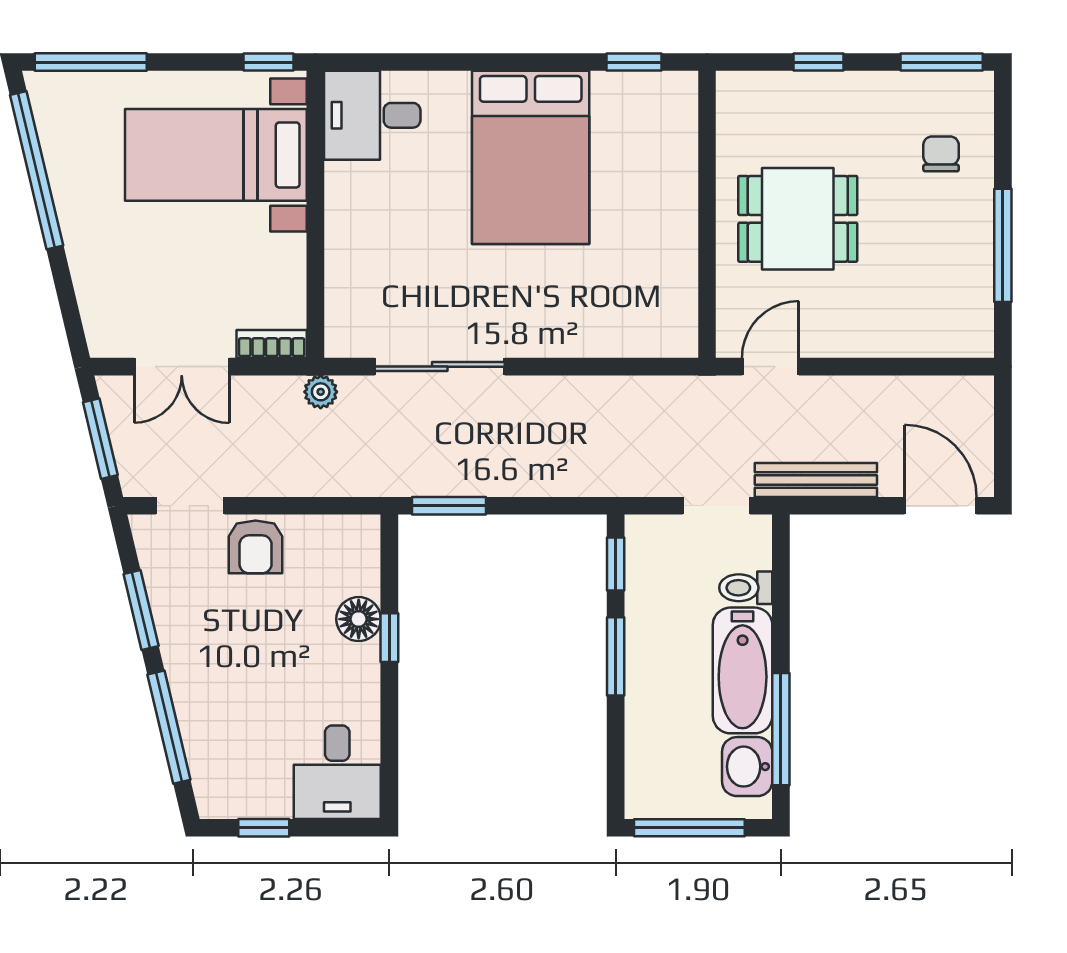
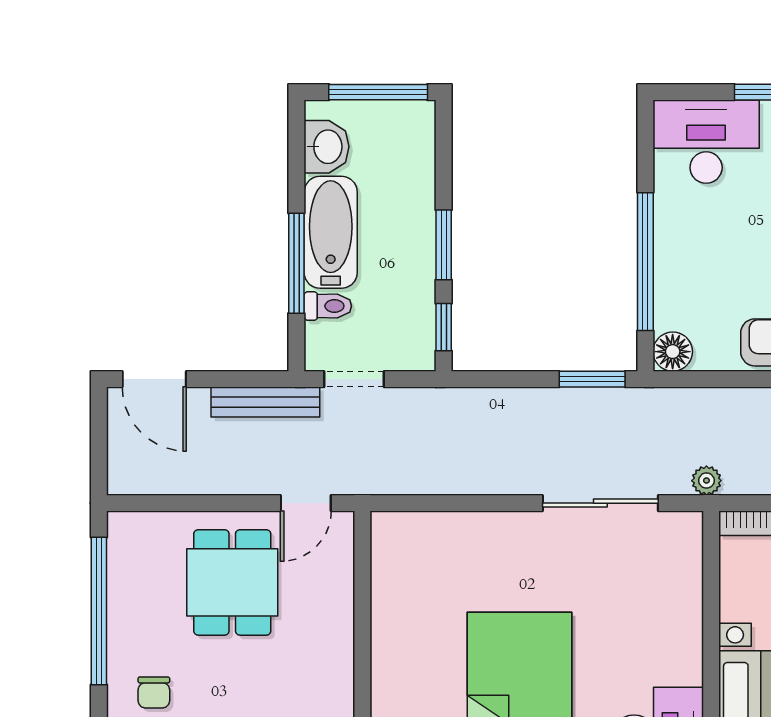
dining table: (798, 219) -> (232, 582), moved, turned 90
window: (1003, 245) -> (99, 611), width x1.46
floor lamp: (359, 619) -> (673, 352), moved
window: (389, 638) -> (645, 262), width x3.17
window: (781, 729) -> (296, 263), moved
desk: (337, 772) -> (706, 142), width x1.37

